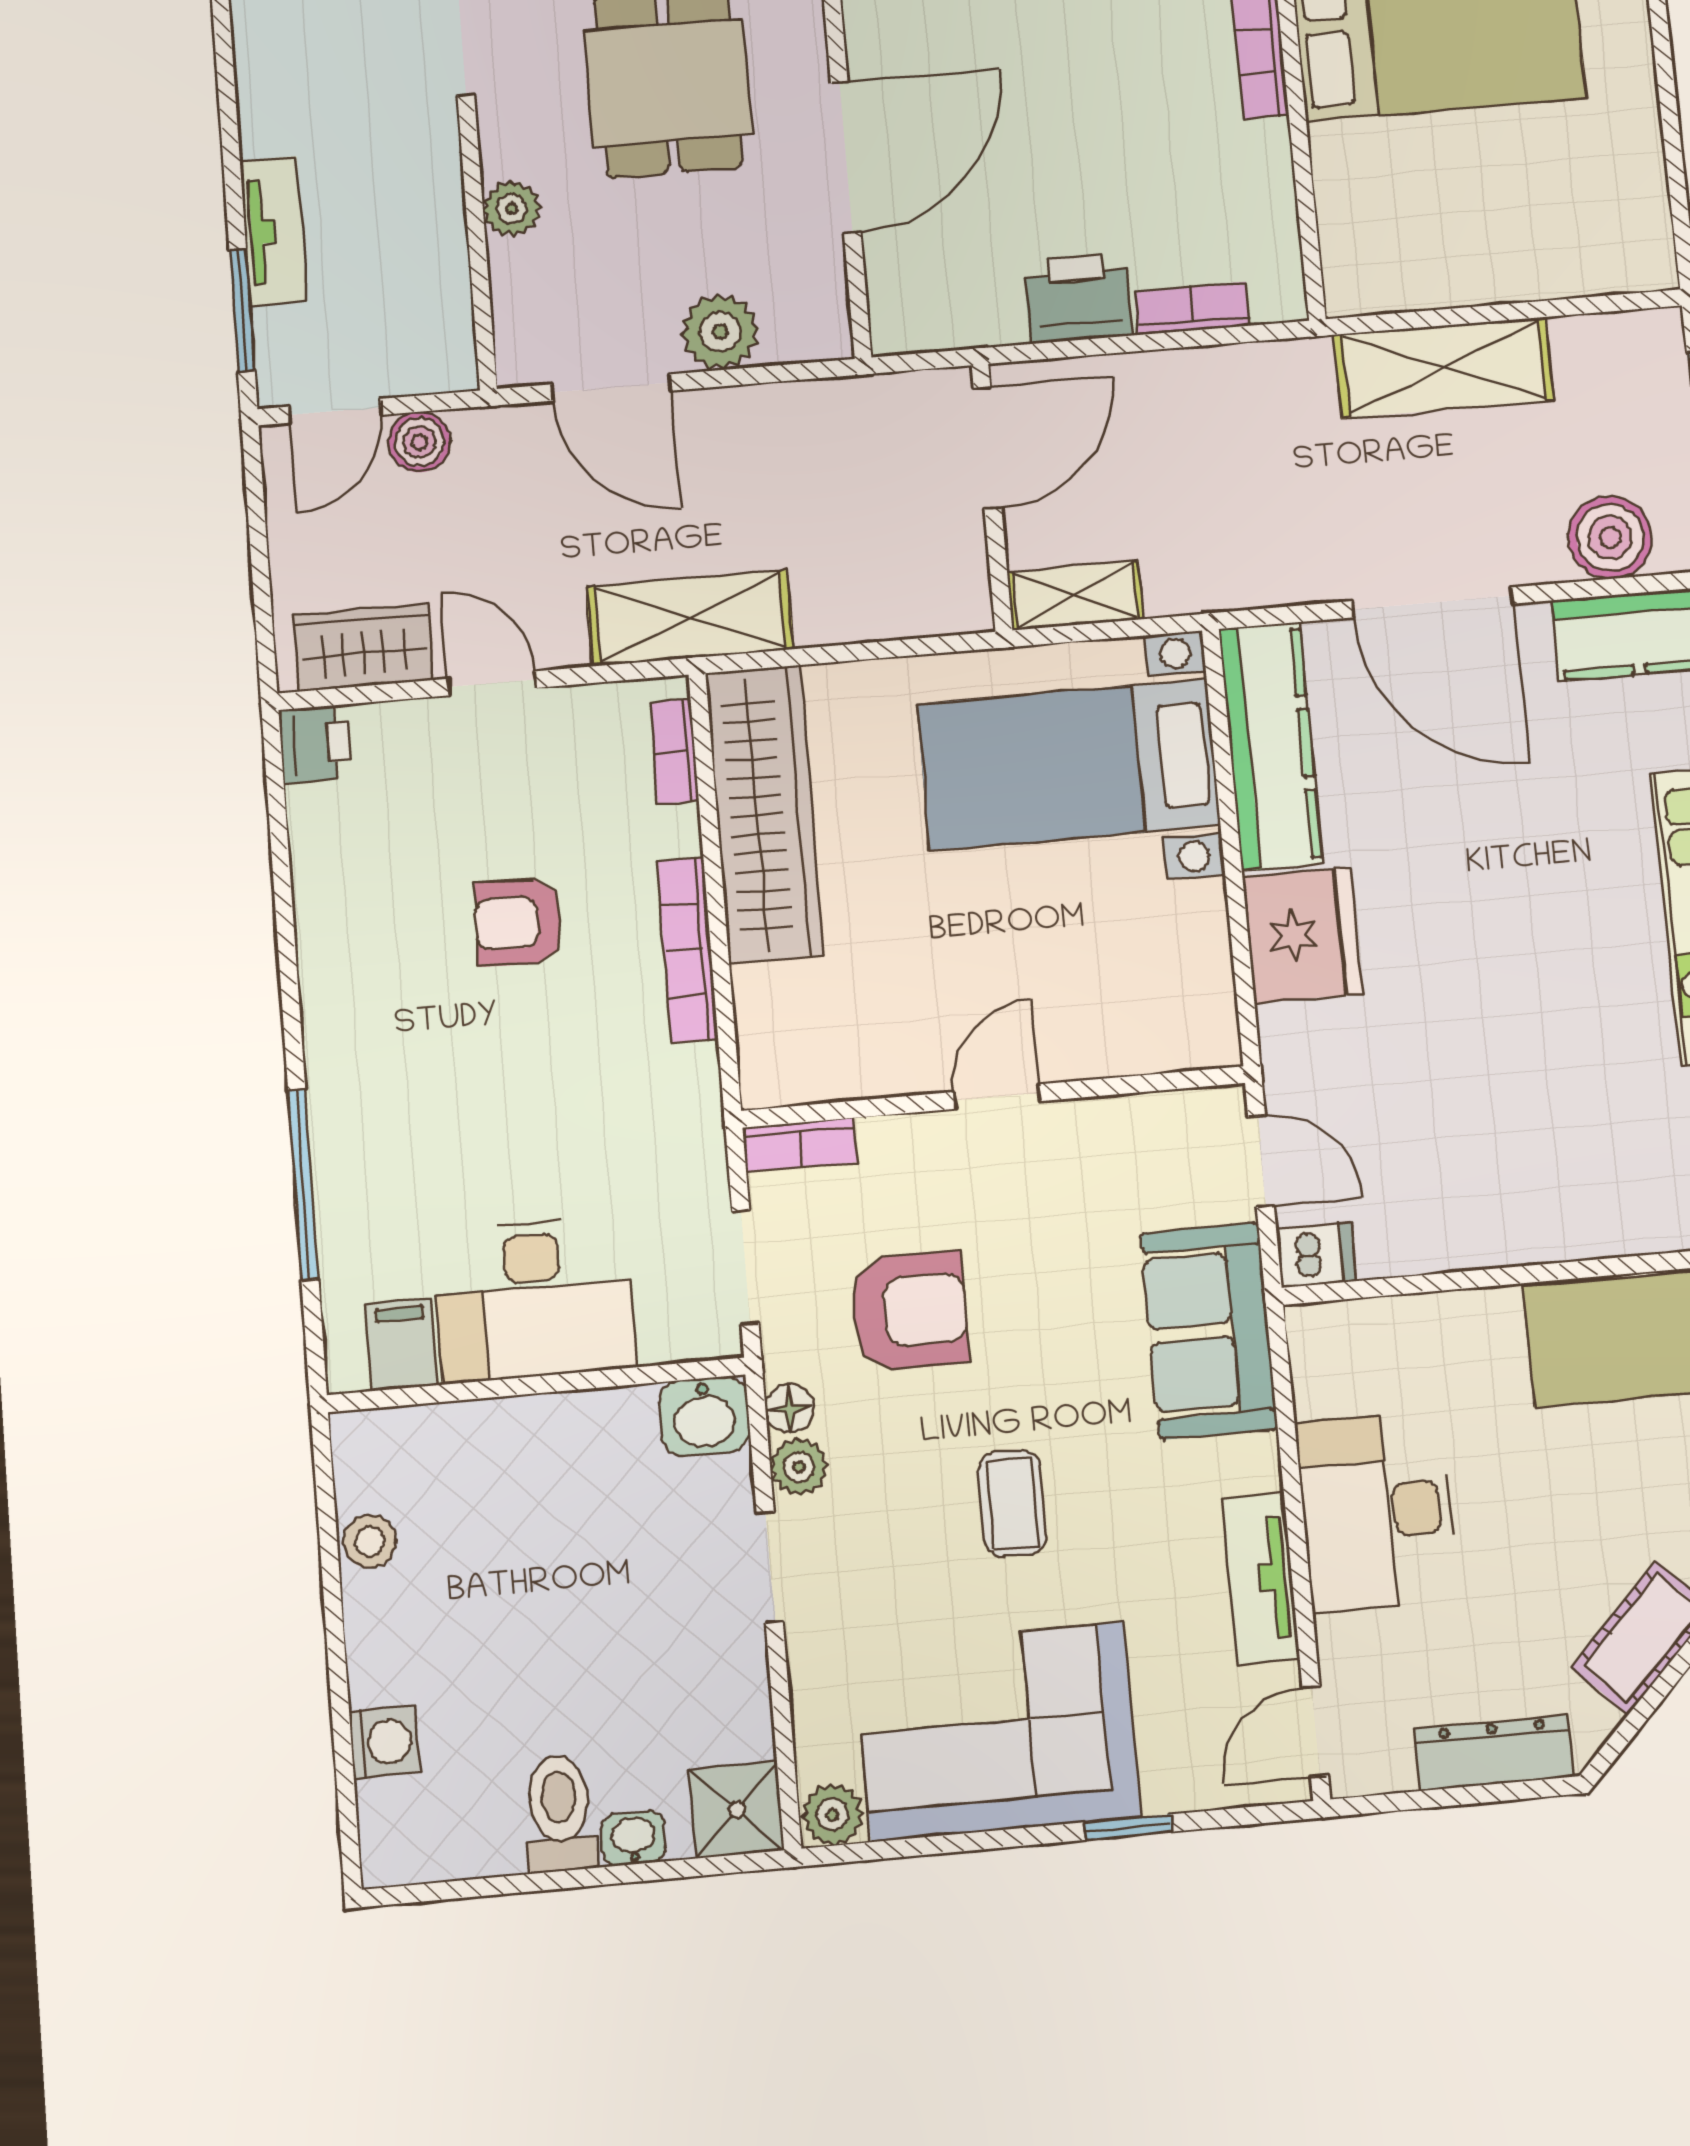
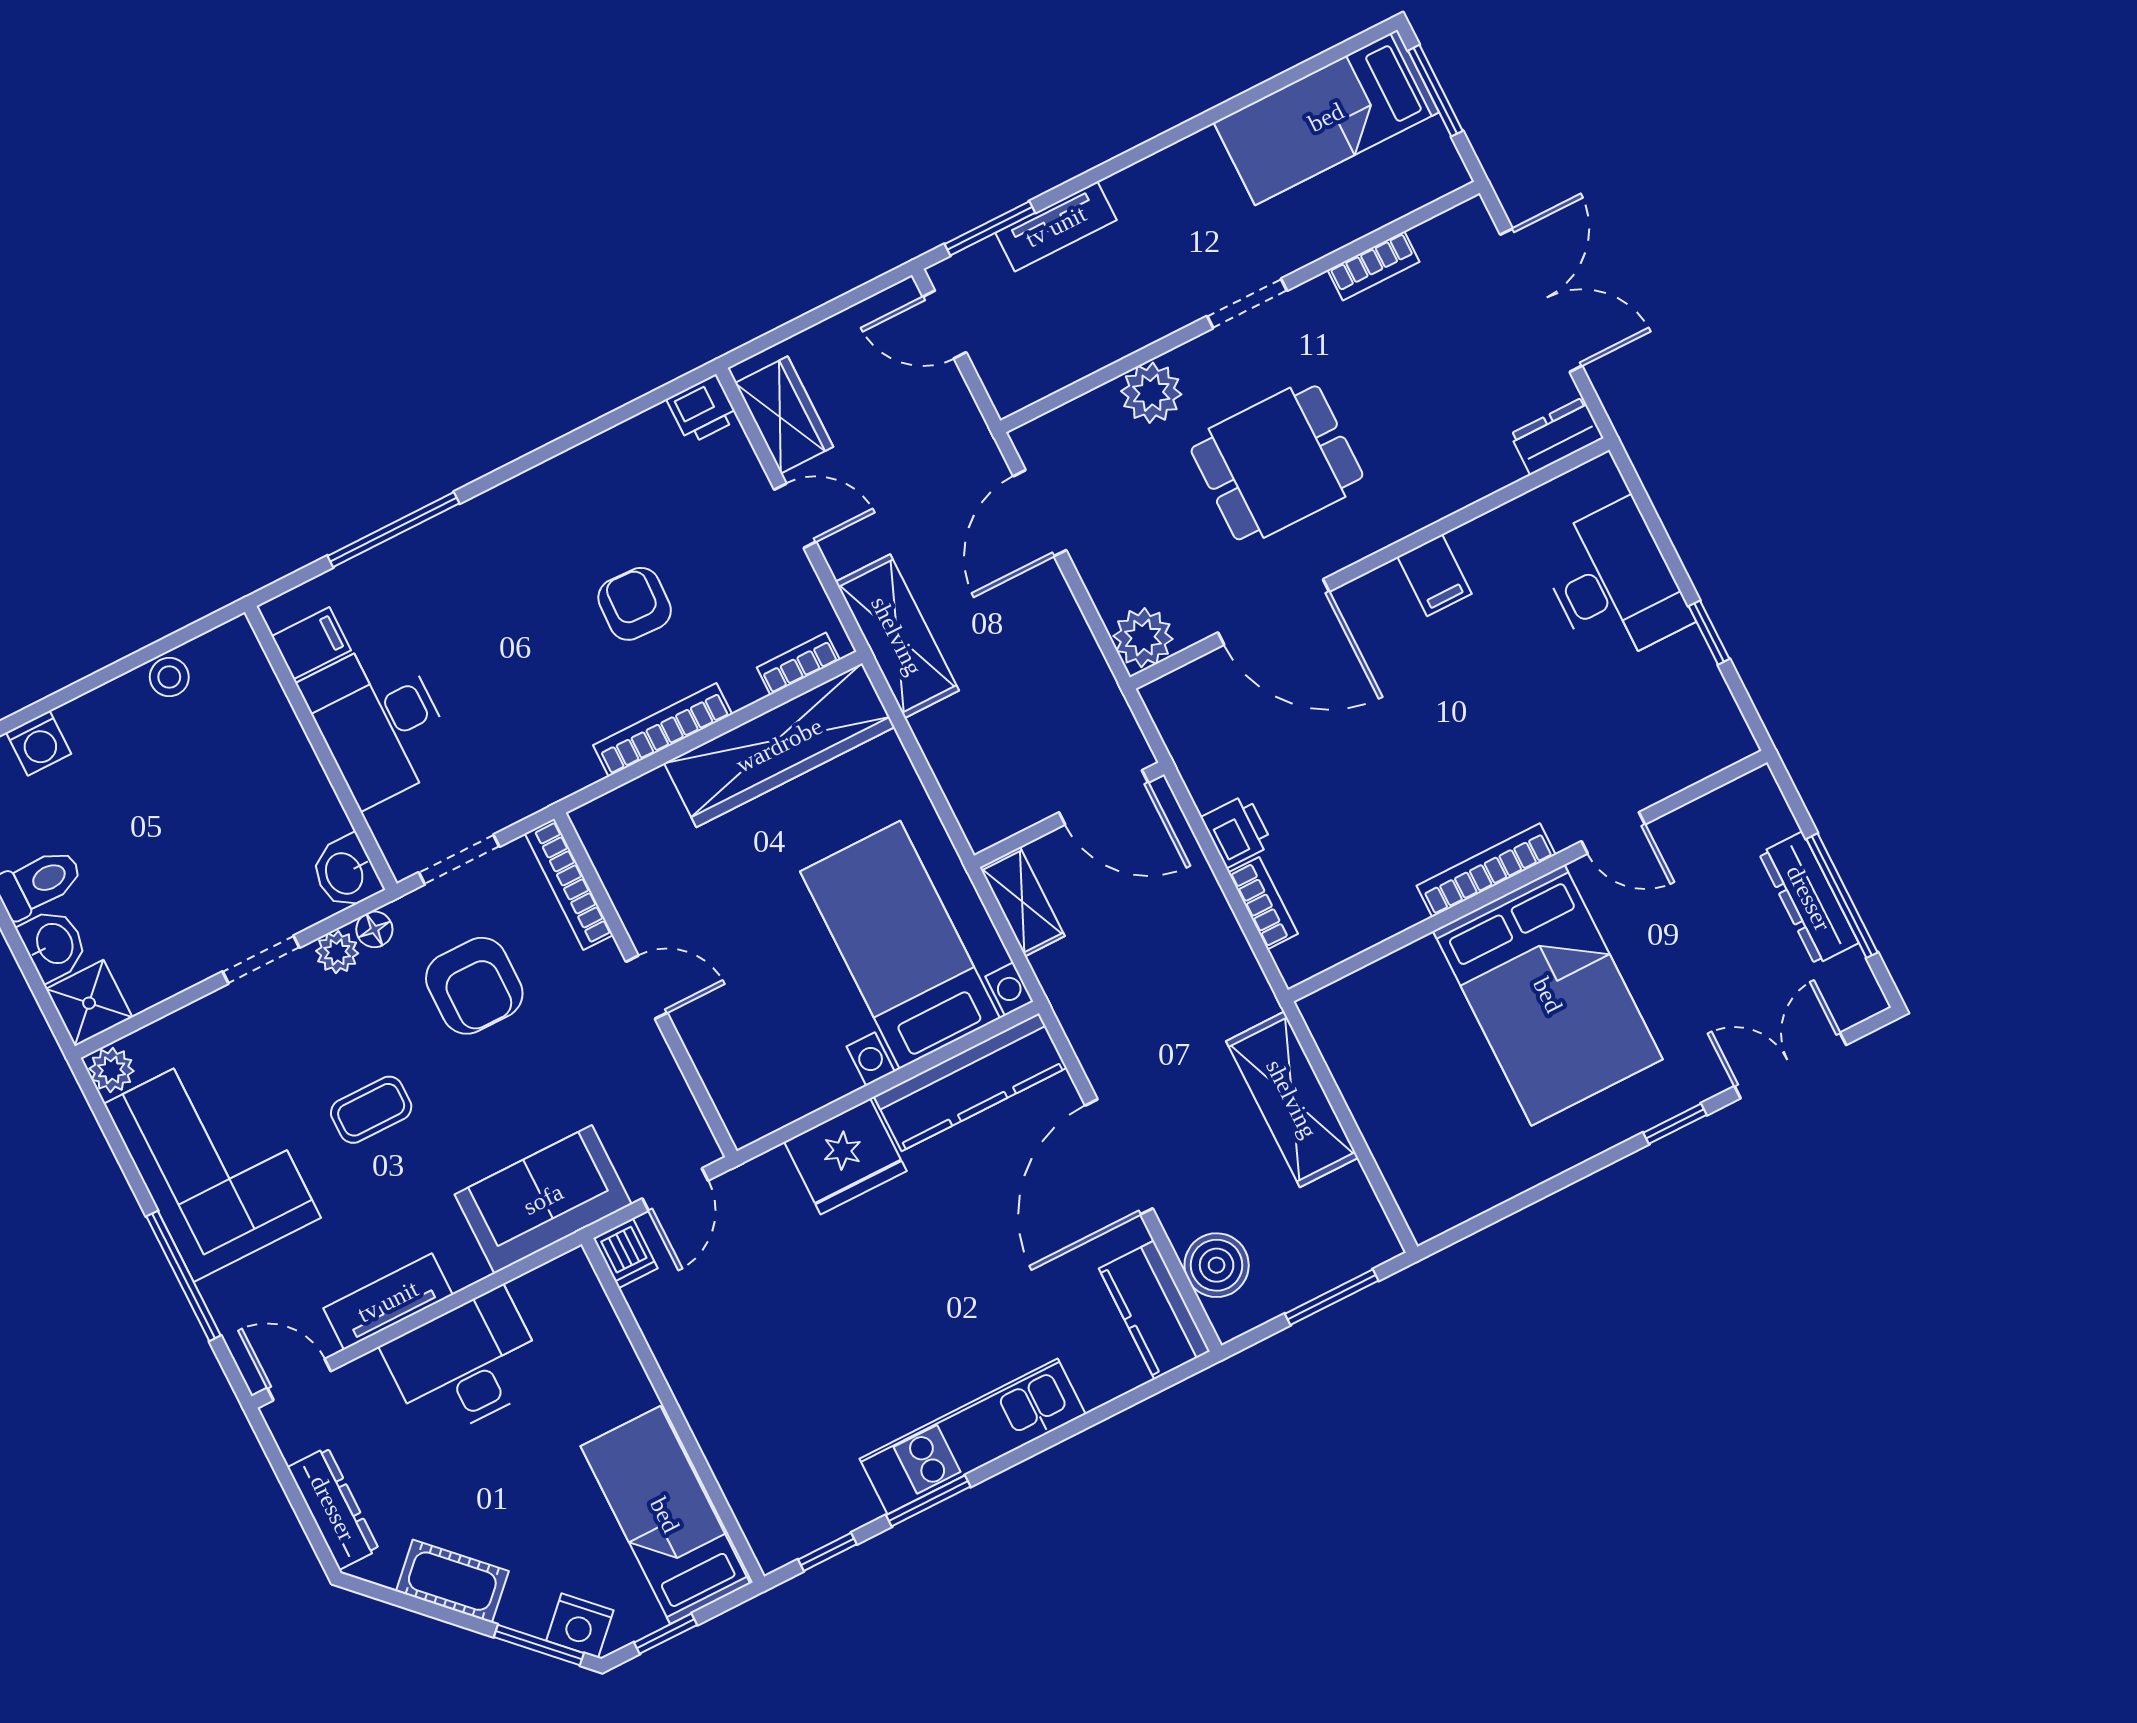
plant: (512, 209) -> (1151, 393), width x1.38, depth x1.38
printer: (1078, 298) -> (1237, 831), width x0.73, depth x0.81
plant: (720, 332) -> (1143, 638), moved
boiler: (420, 442) -> (946, 393), removed
door: (492, 683) -> (795, 516), hinge flipped
bookcase: (800, 1145) -> (569, 884), width x1.56
window: (1128, 1827) -> (184, 1276), width x2.17
washbasin: (633, 1838) -> (53, 944), width x1.38, depth x1.45

